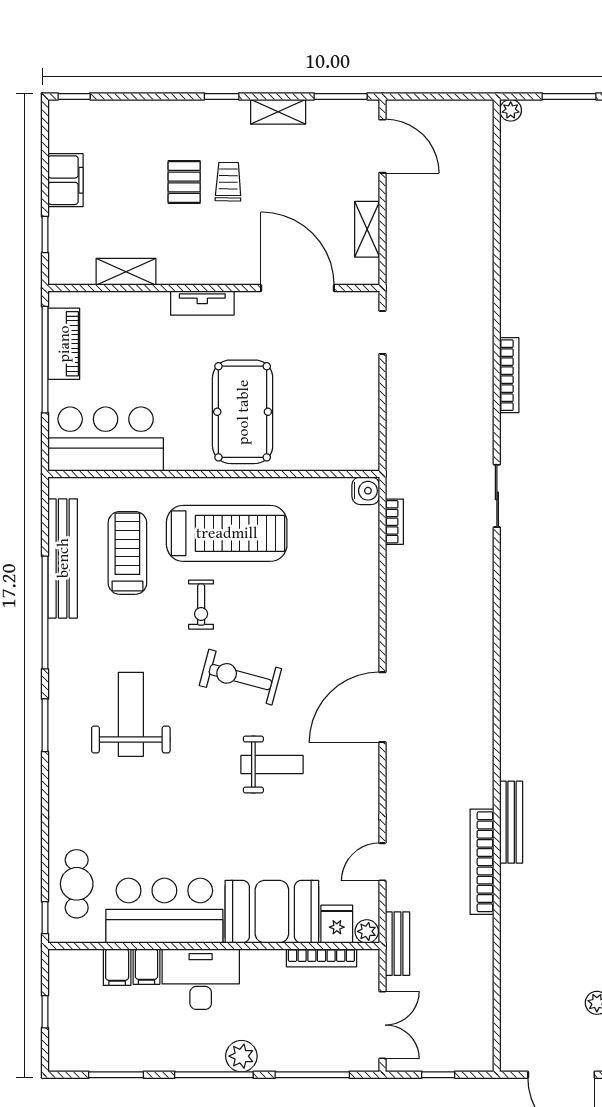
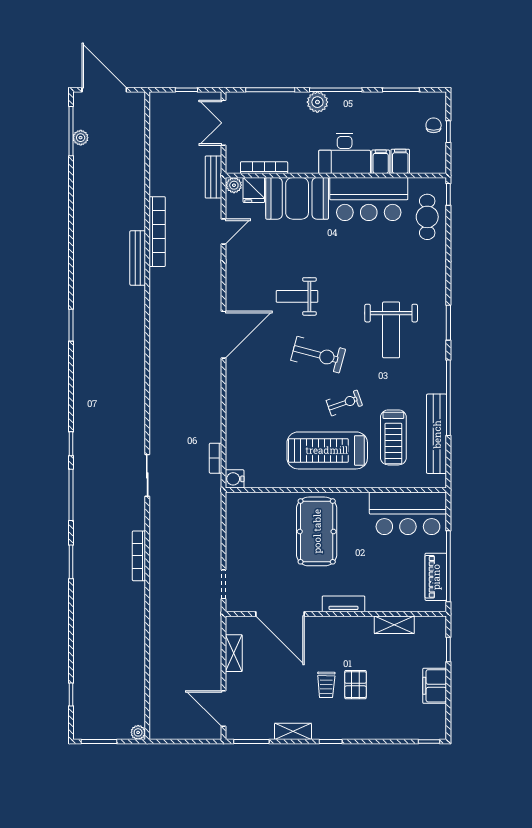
exercise bike: (201, 605) -> (344, 403), turned 71
chair: (67, 1021) -> (434, 125), added

